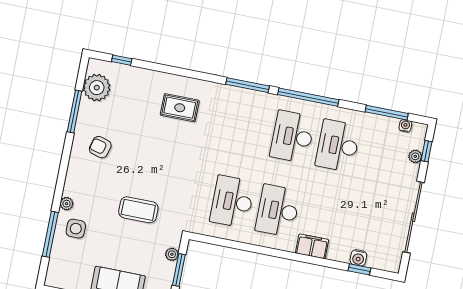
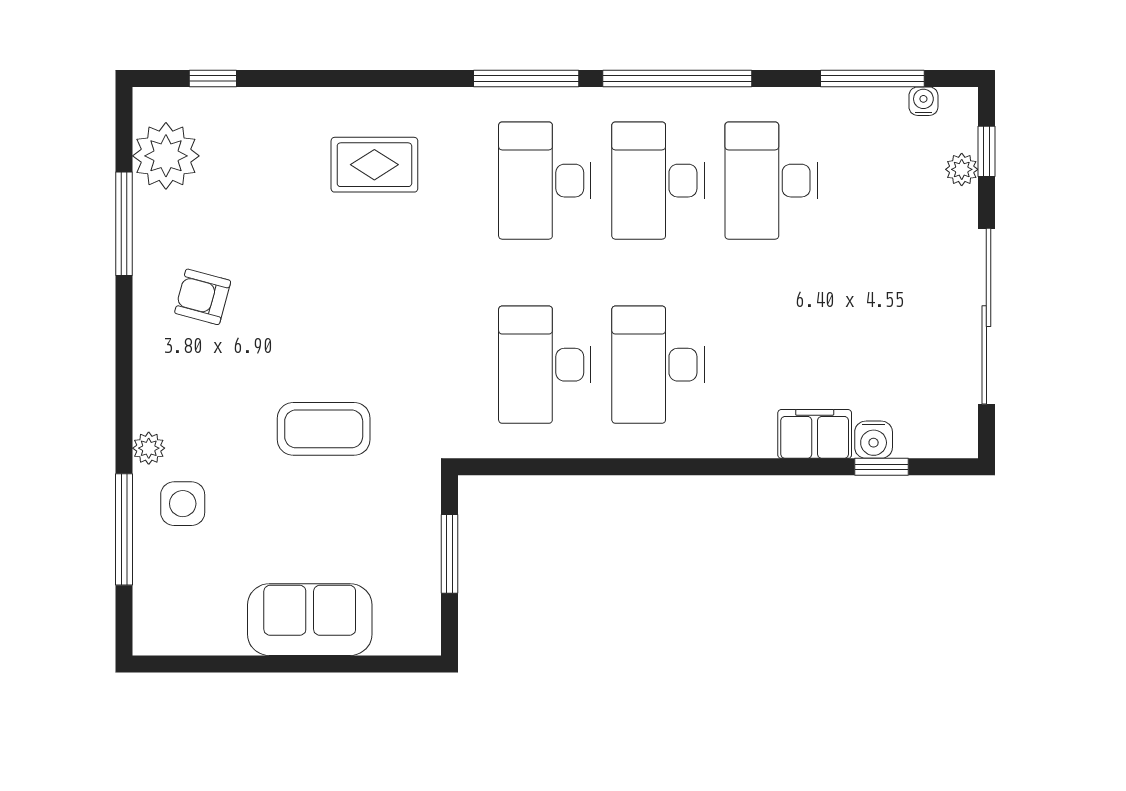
desk: (247, 128) -> (545, 181), added
filing cabinet: (312, 246) -> (815, 434), moved
plant: (172, 254) -> (425, 520), removed

